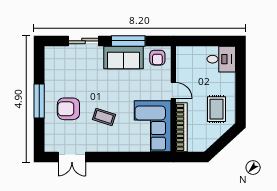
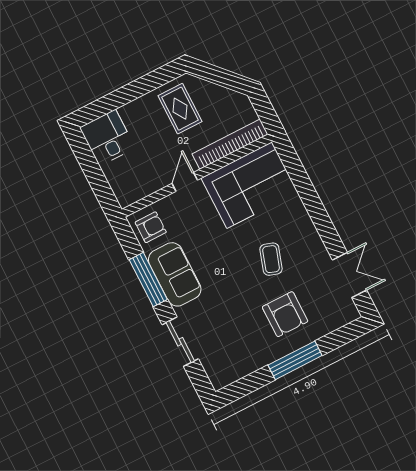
rug: (216, 109) -> (180, 109), turned 90

